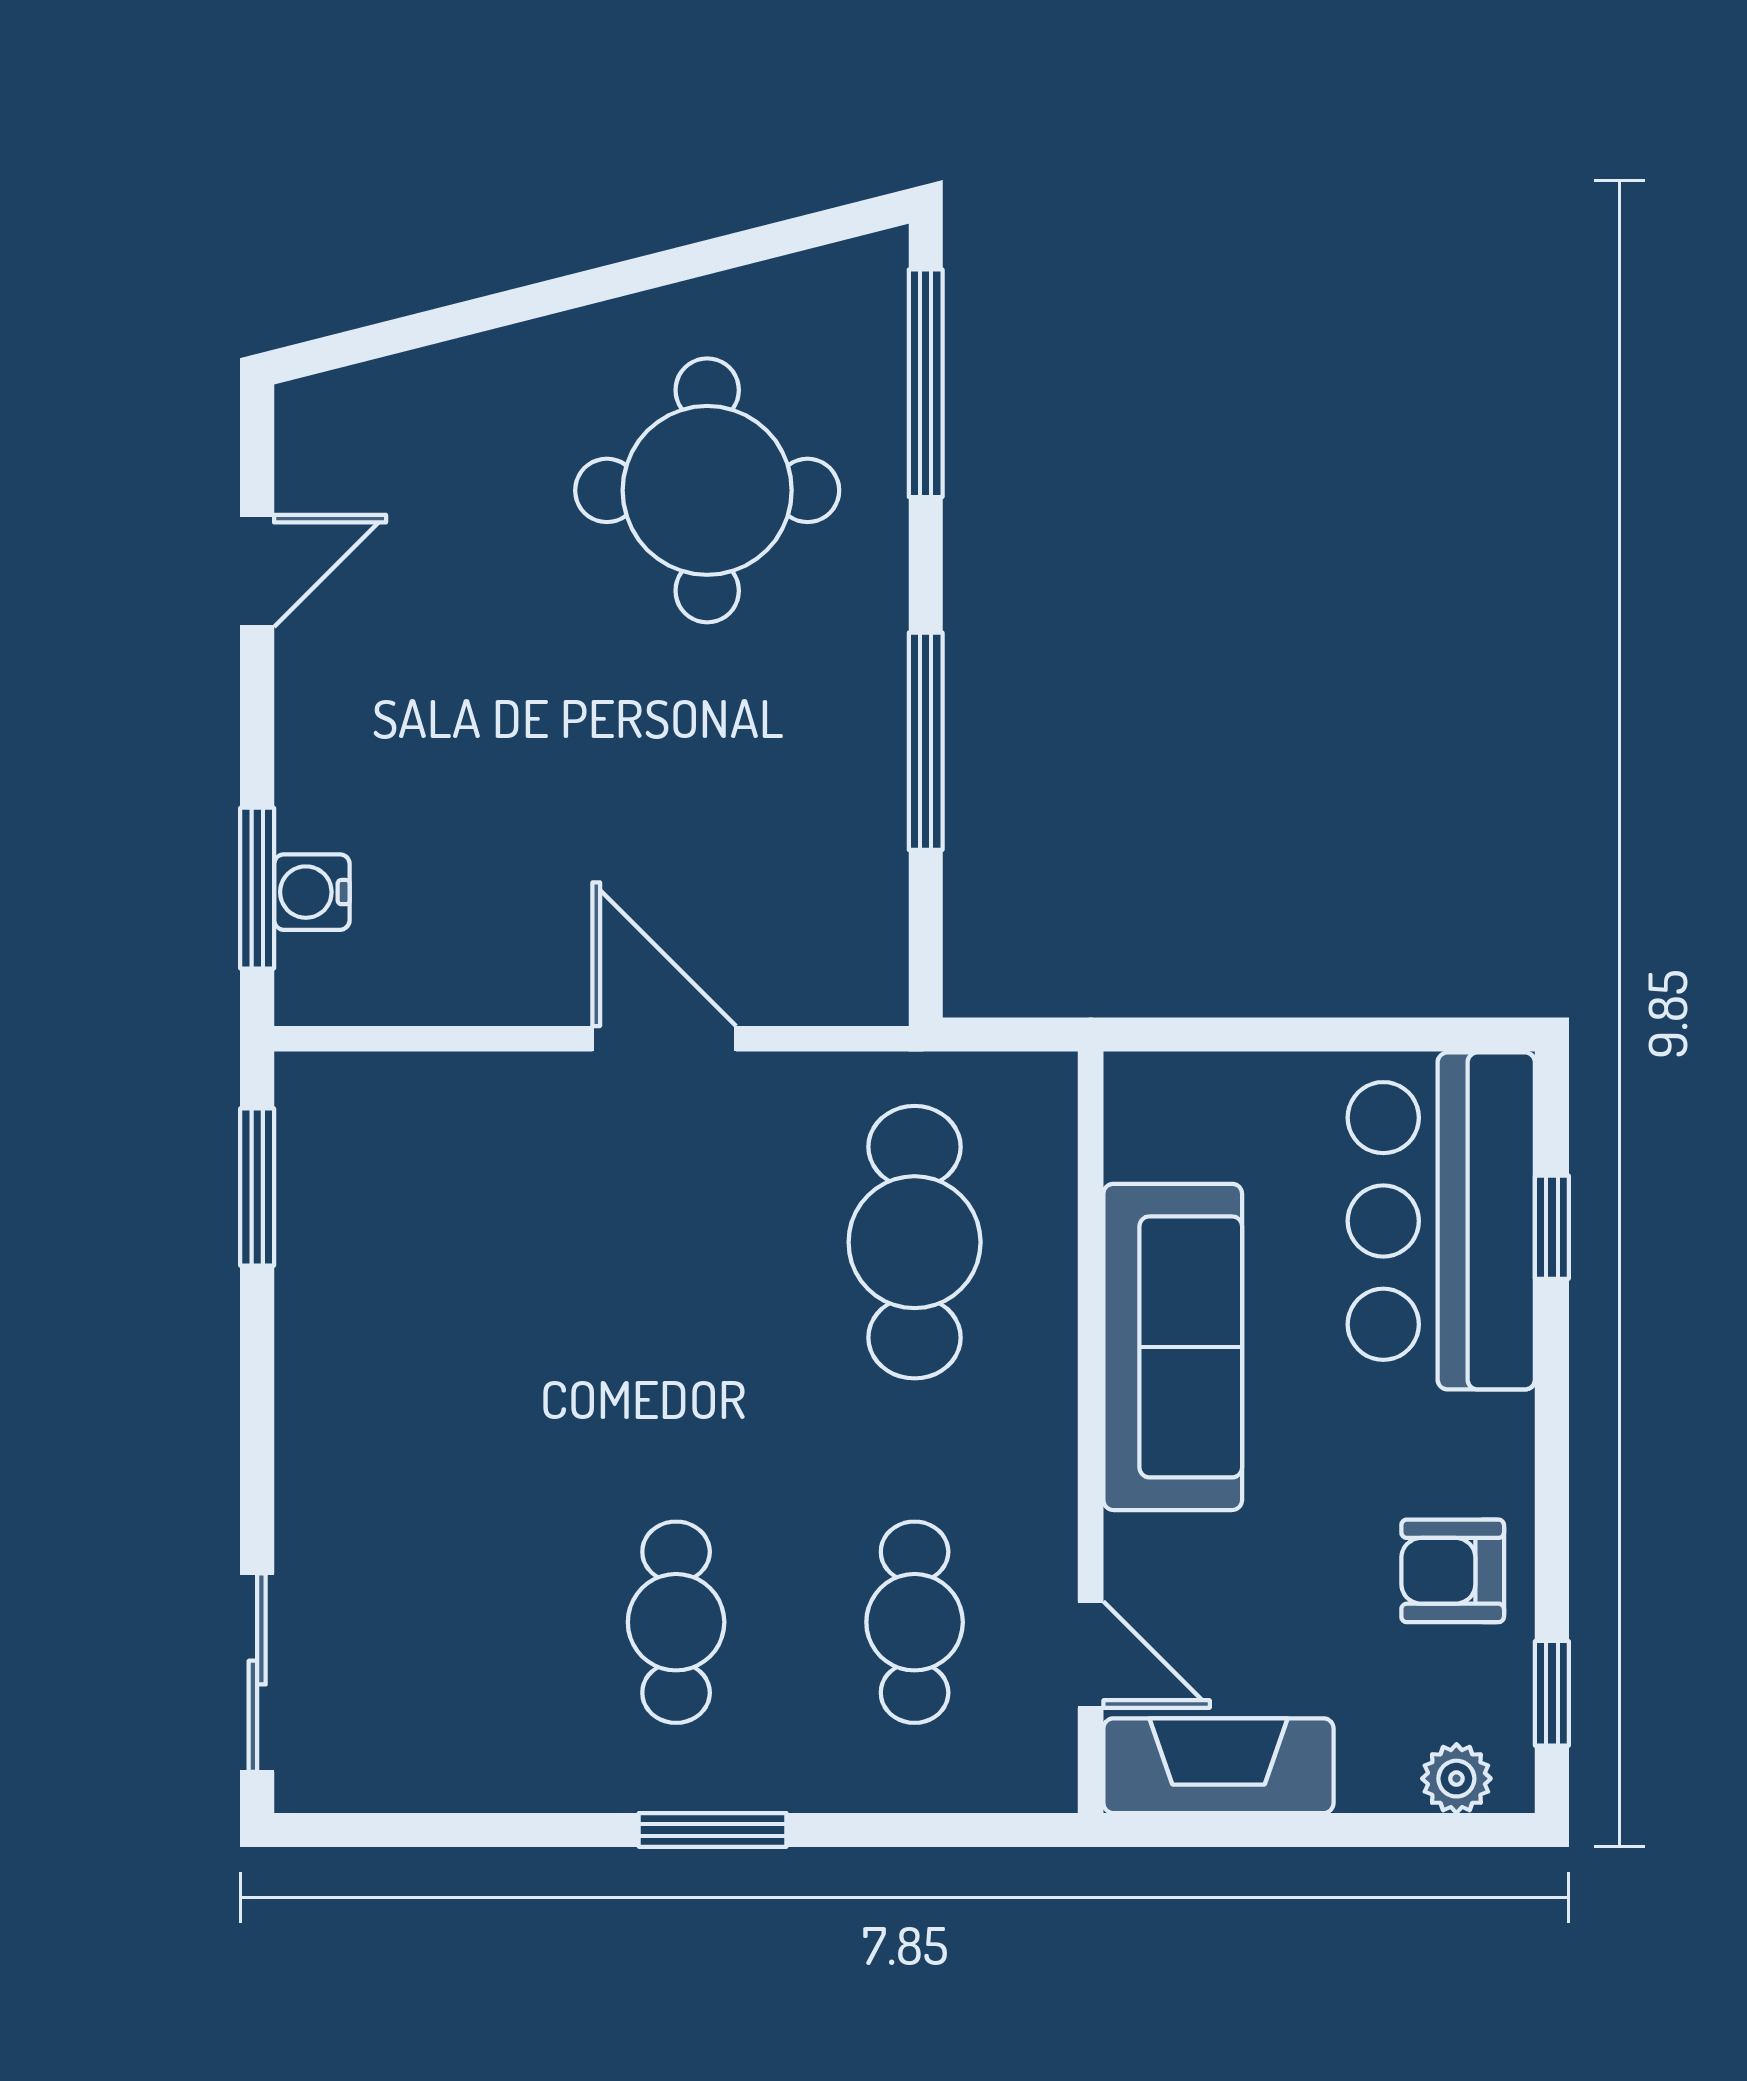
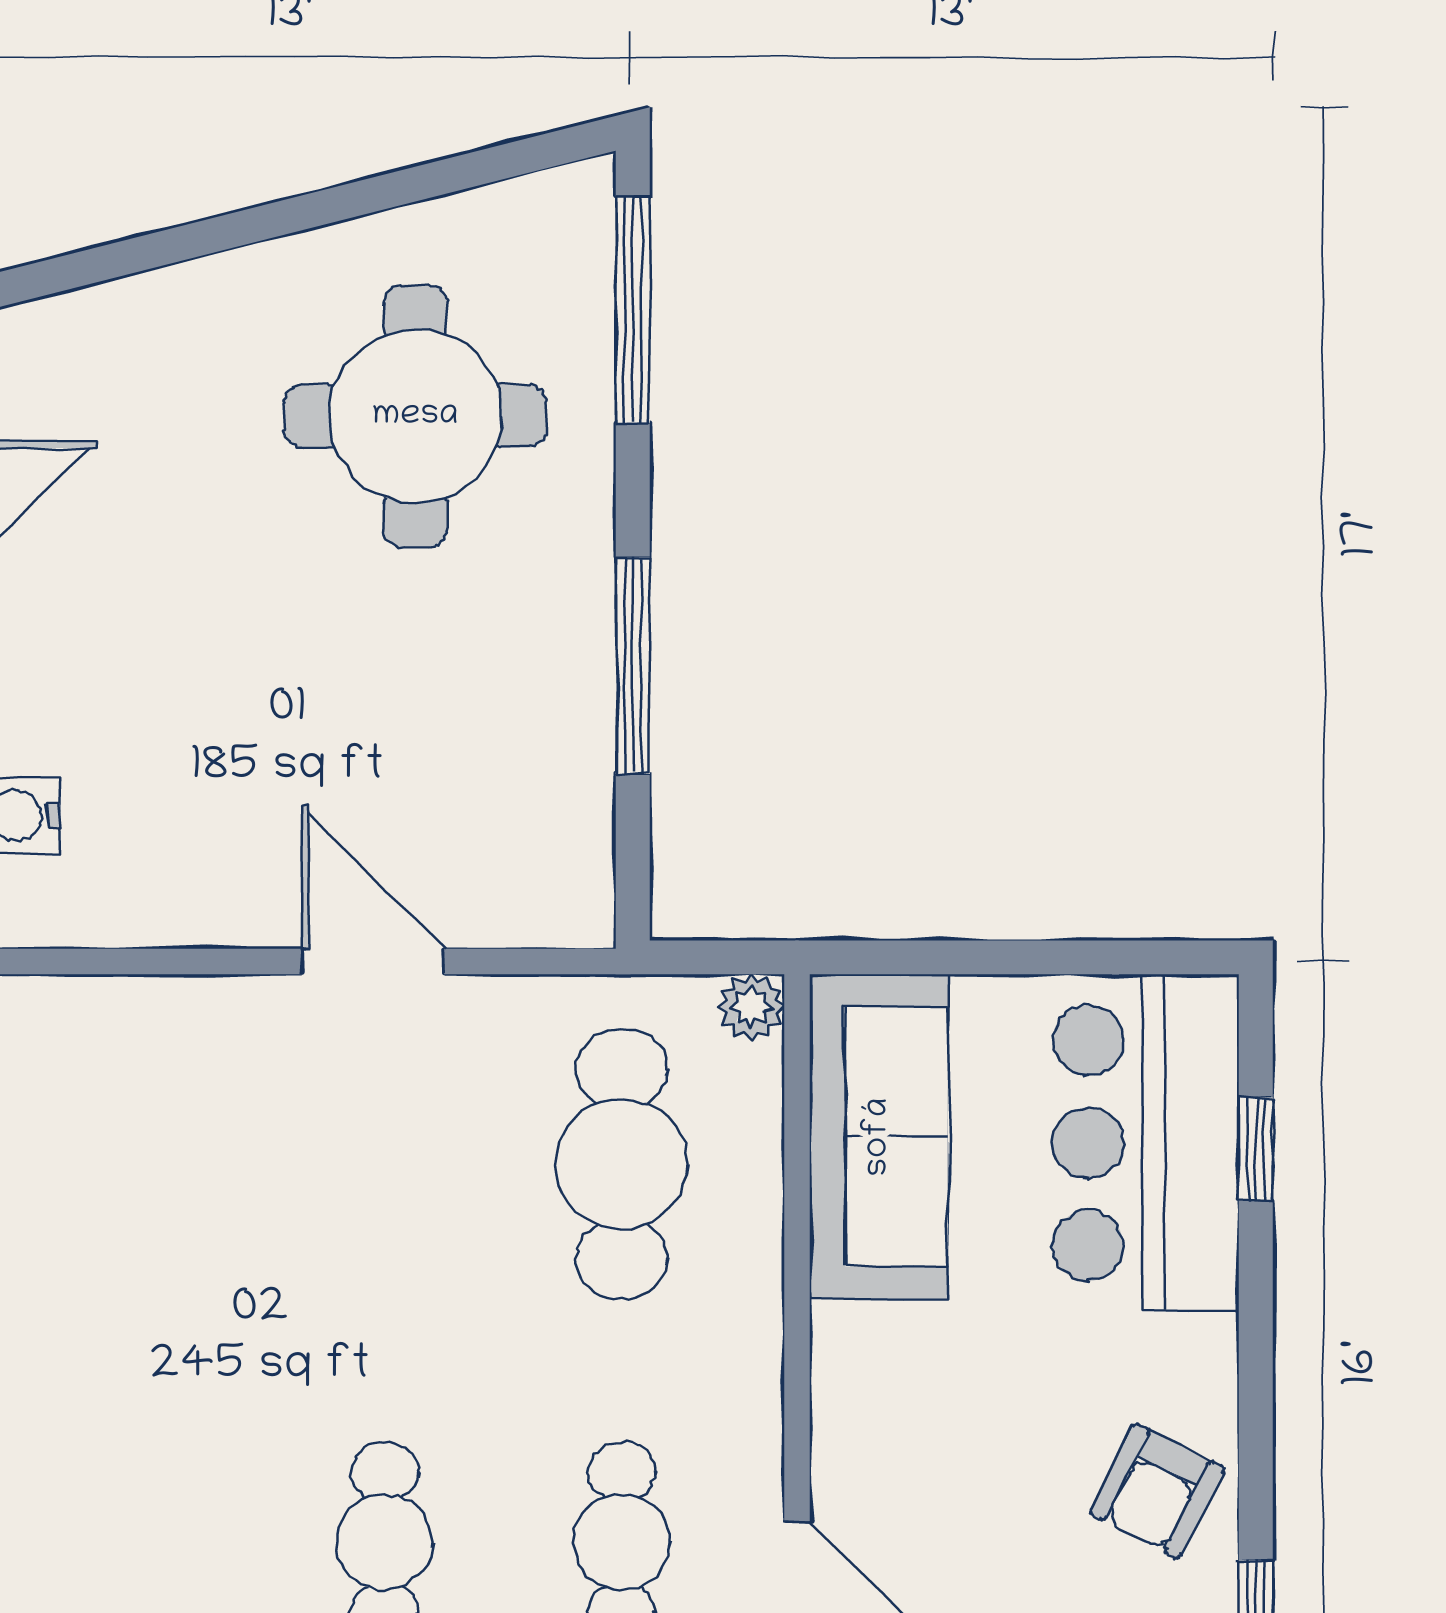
plant: (1045, 1085) -> (751, 1007), added
sofa: (1173, 1347) -> (879, 1137), moved
armchair: (1453, 1571) -> (1157, 1491), turned -63

